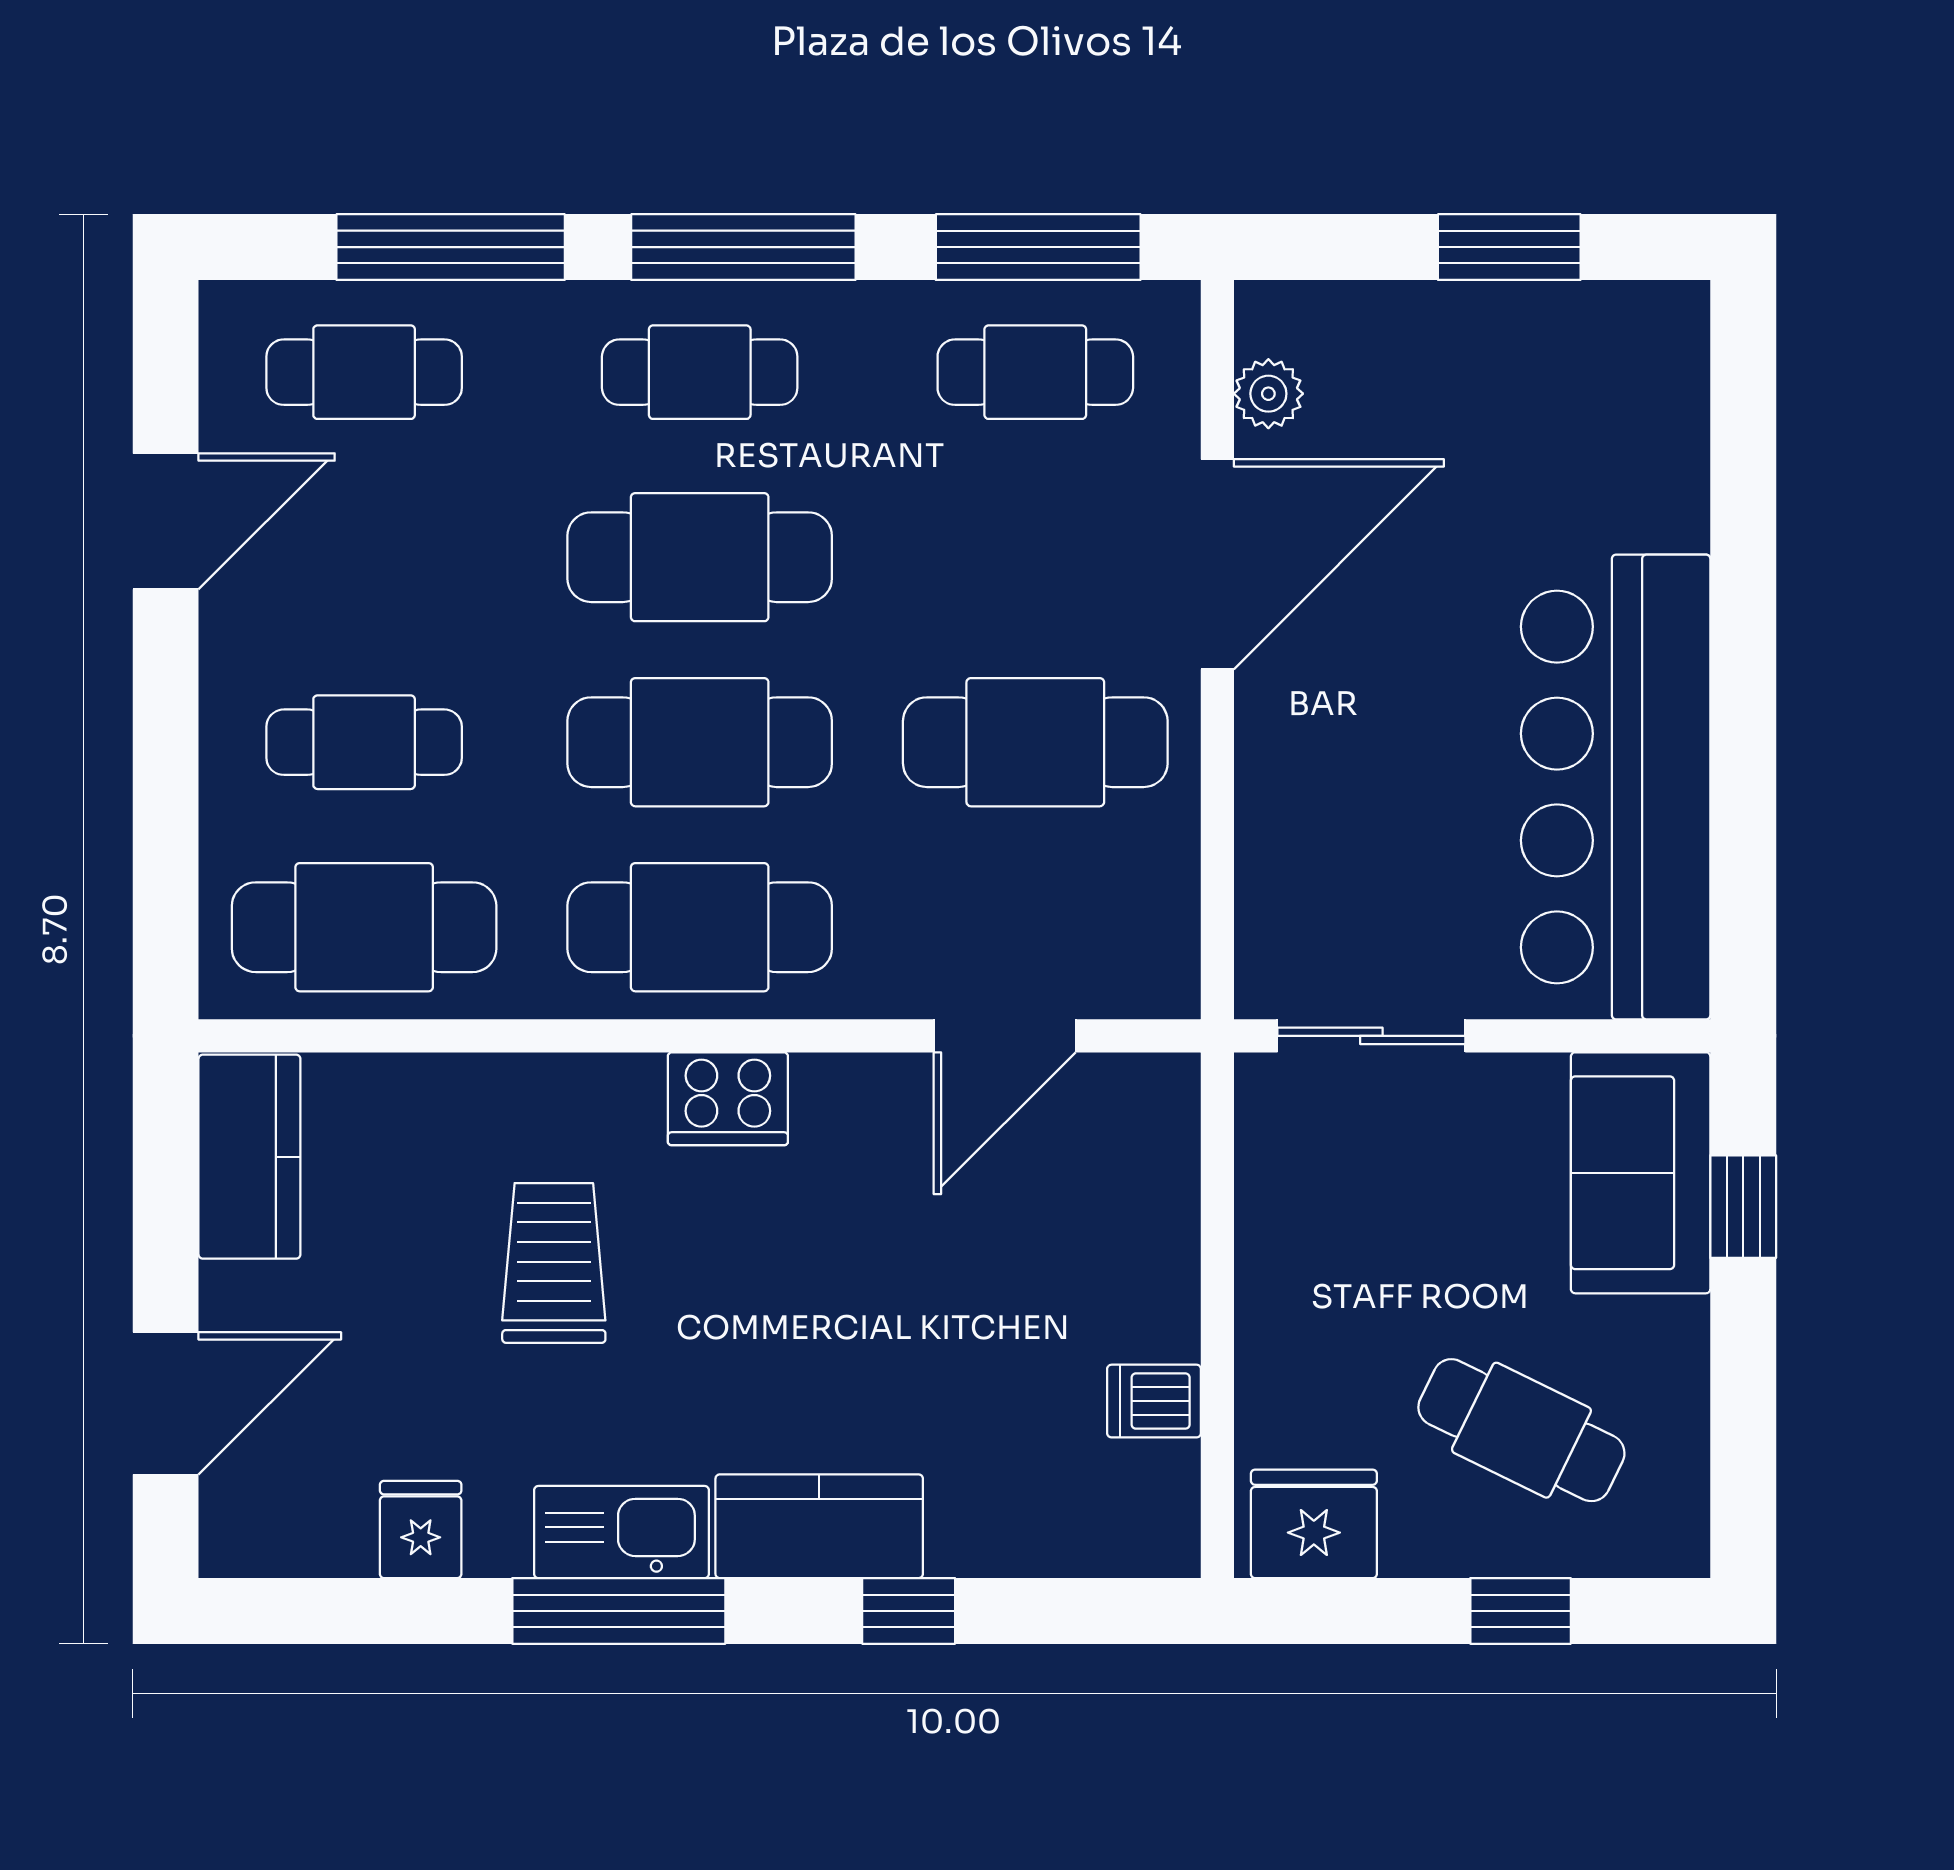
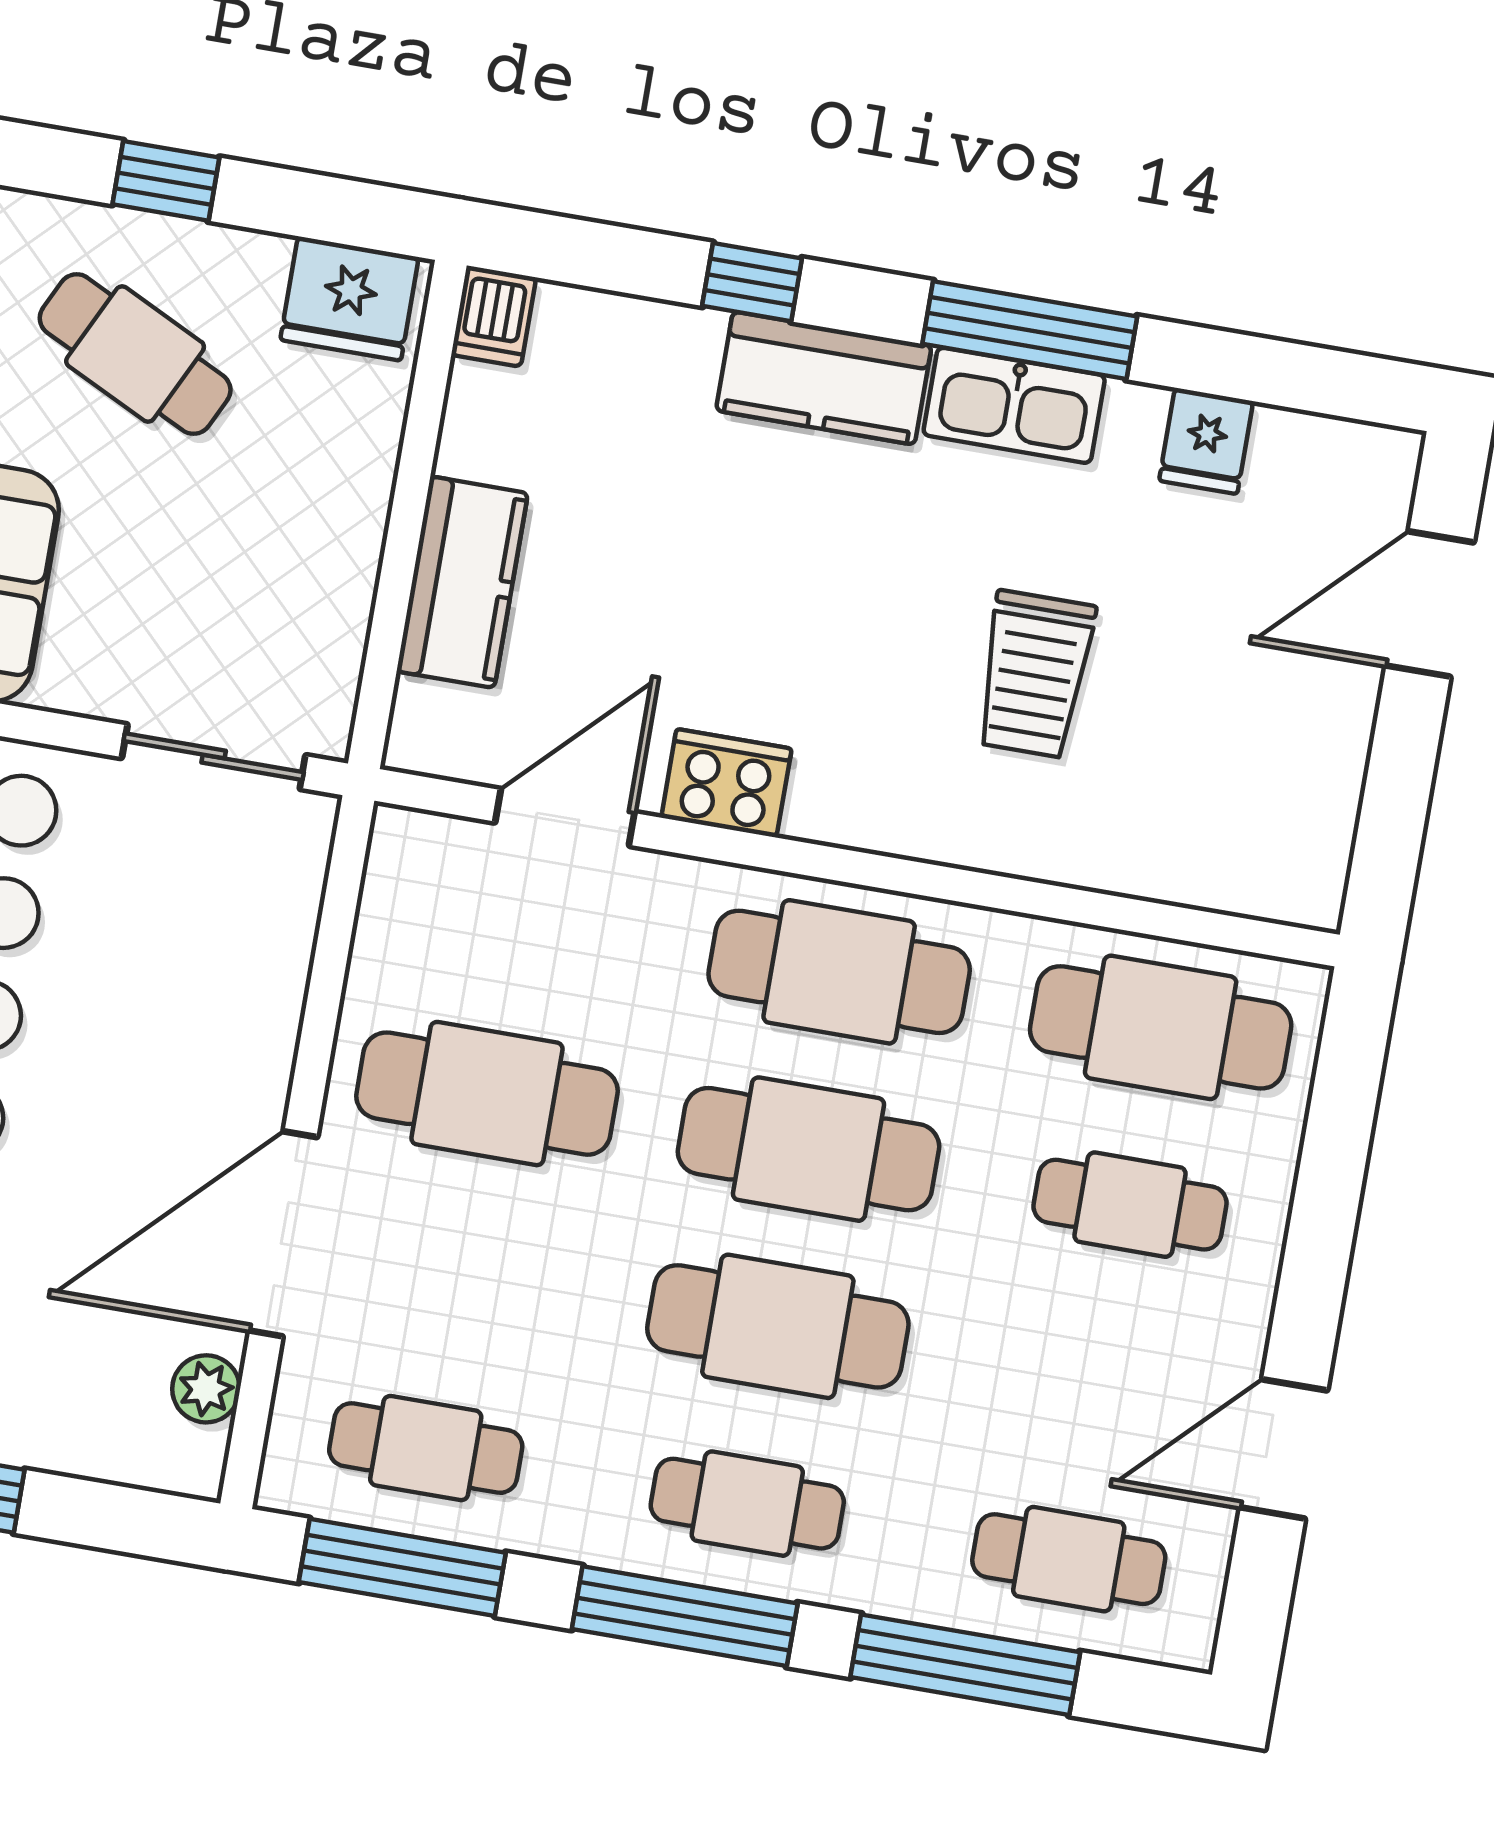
cooker: (728, 1099) -> (726, 783), moved
kitchen counter: (249, 1157) -> (462, 582), moved, turned 180
dishwasher: (1154, 1401) -> (494, 316), moved, turned 90

